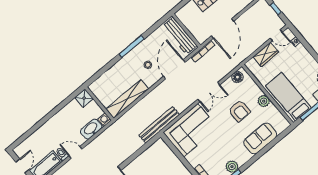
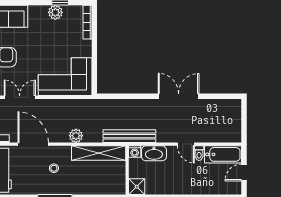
door: (174, 69) -> (33, 144), swing flipped
plant: (151, 98) -> (76, 136), added
bench: (159, 125) -> (129, 136), moved

